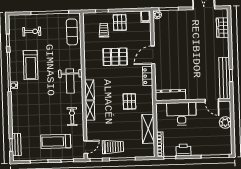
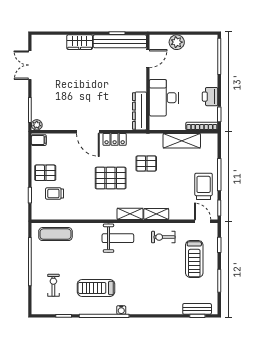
wardrobe: (223, 28) -> (80, 42), moved
pallet: (115, 57) -> (111, 178), moved, turned 90
treadmill: (31, 65) -> (96, 288), turned 180

